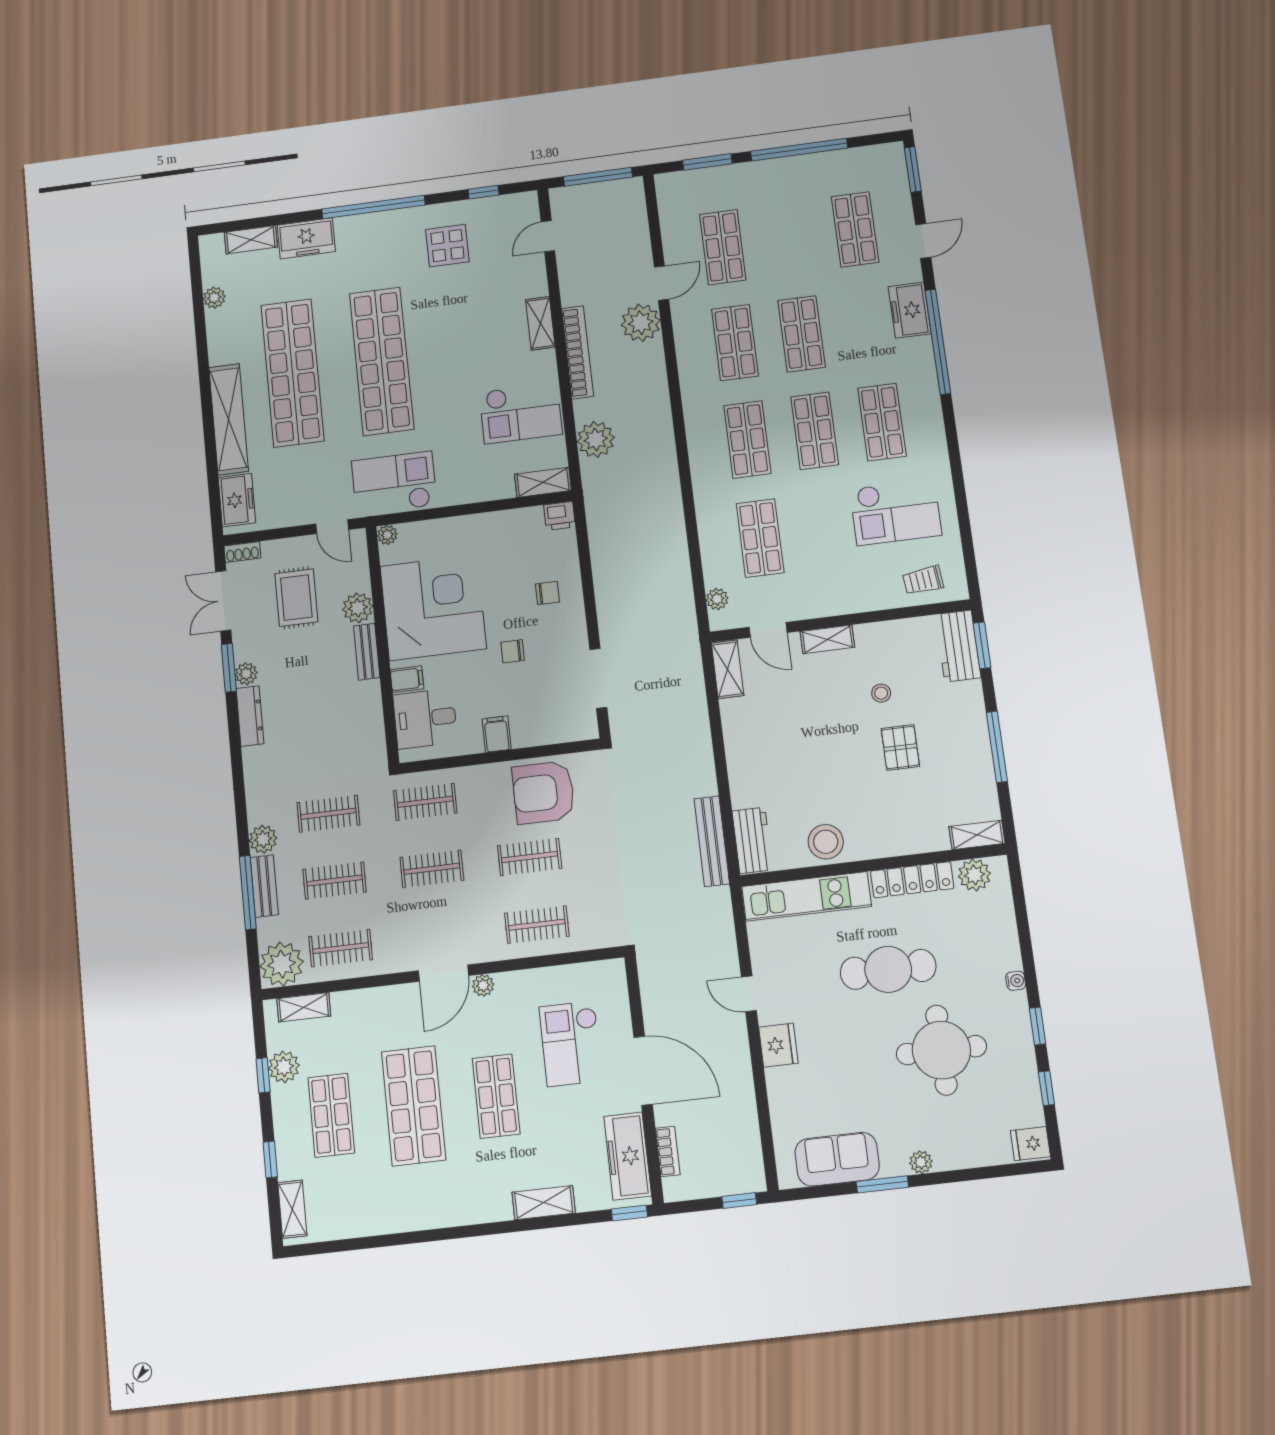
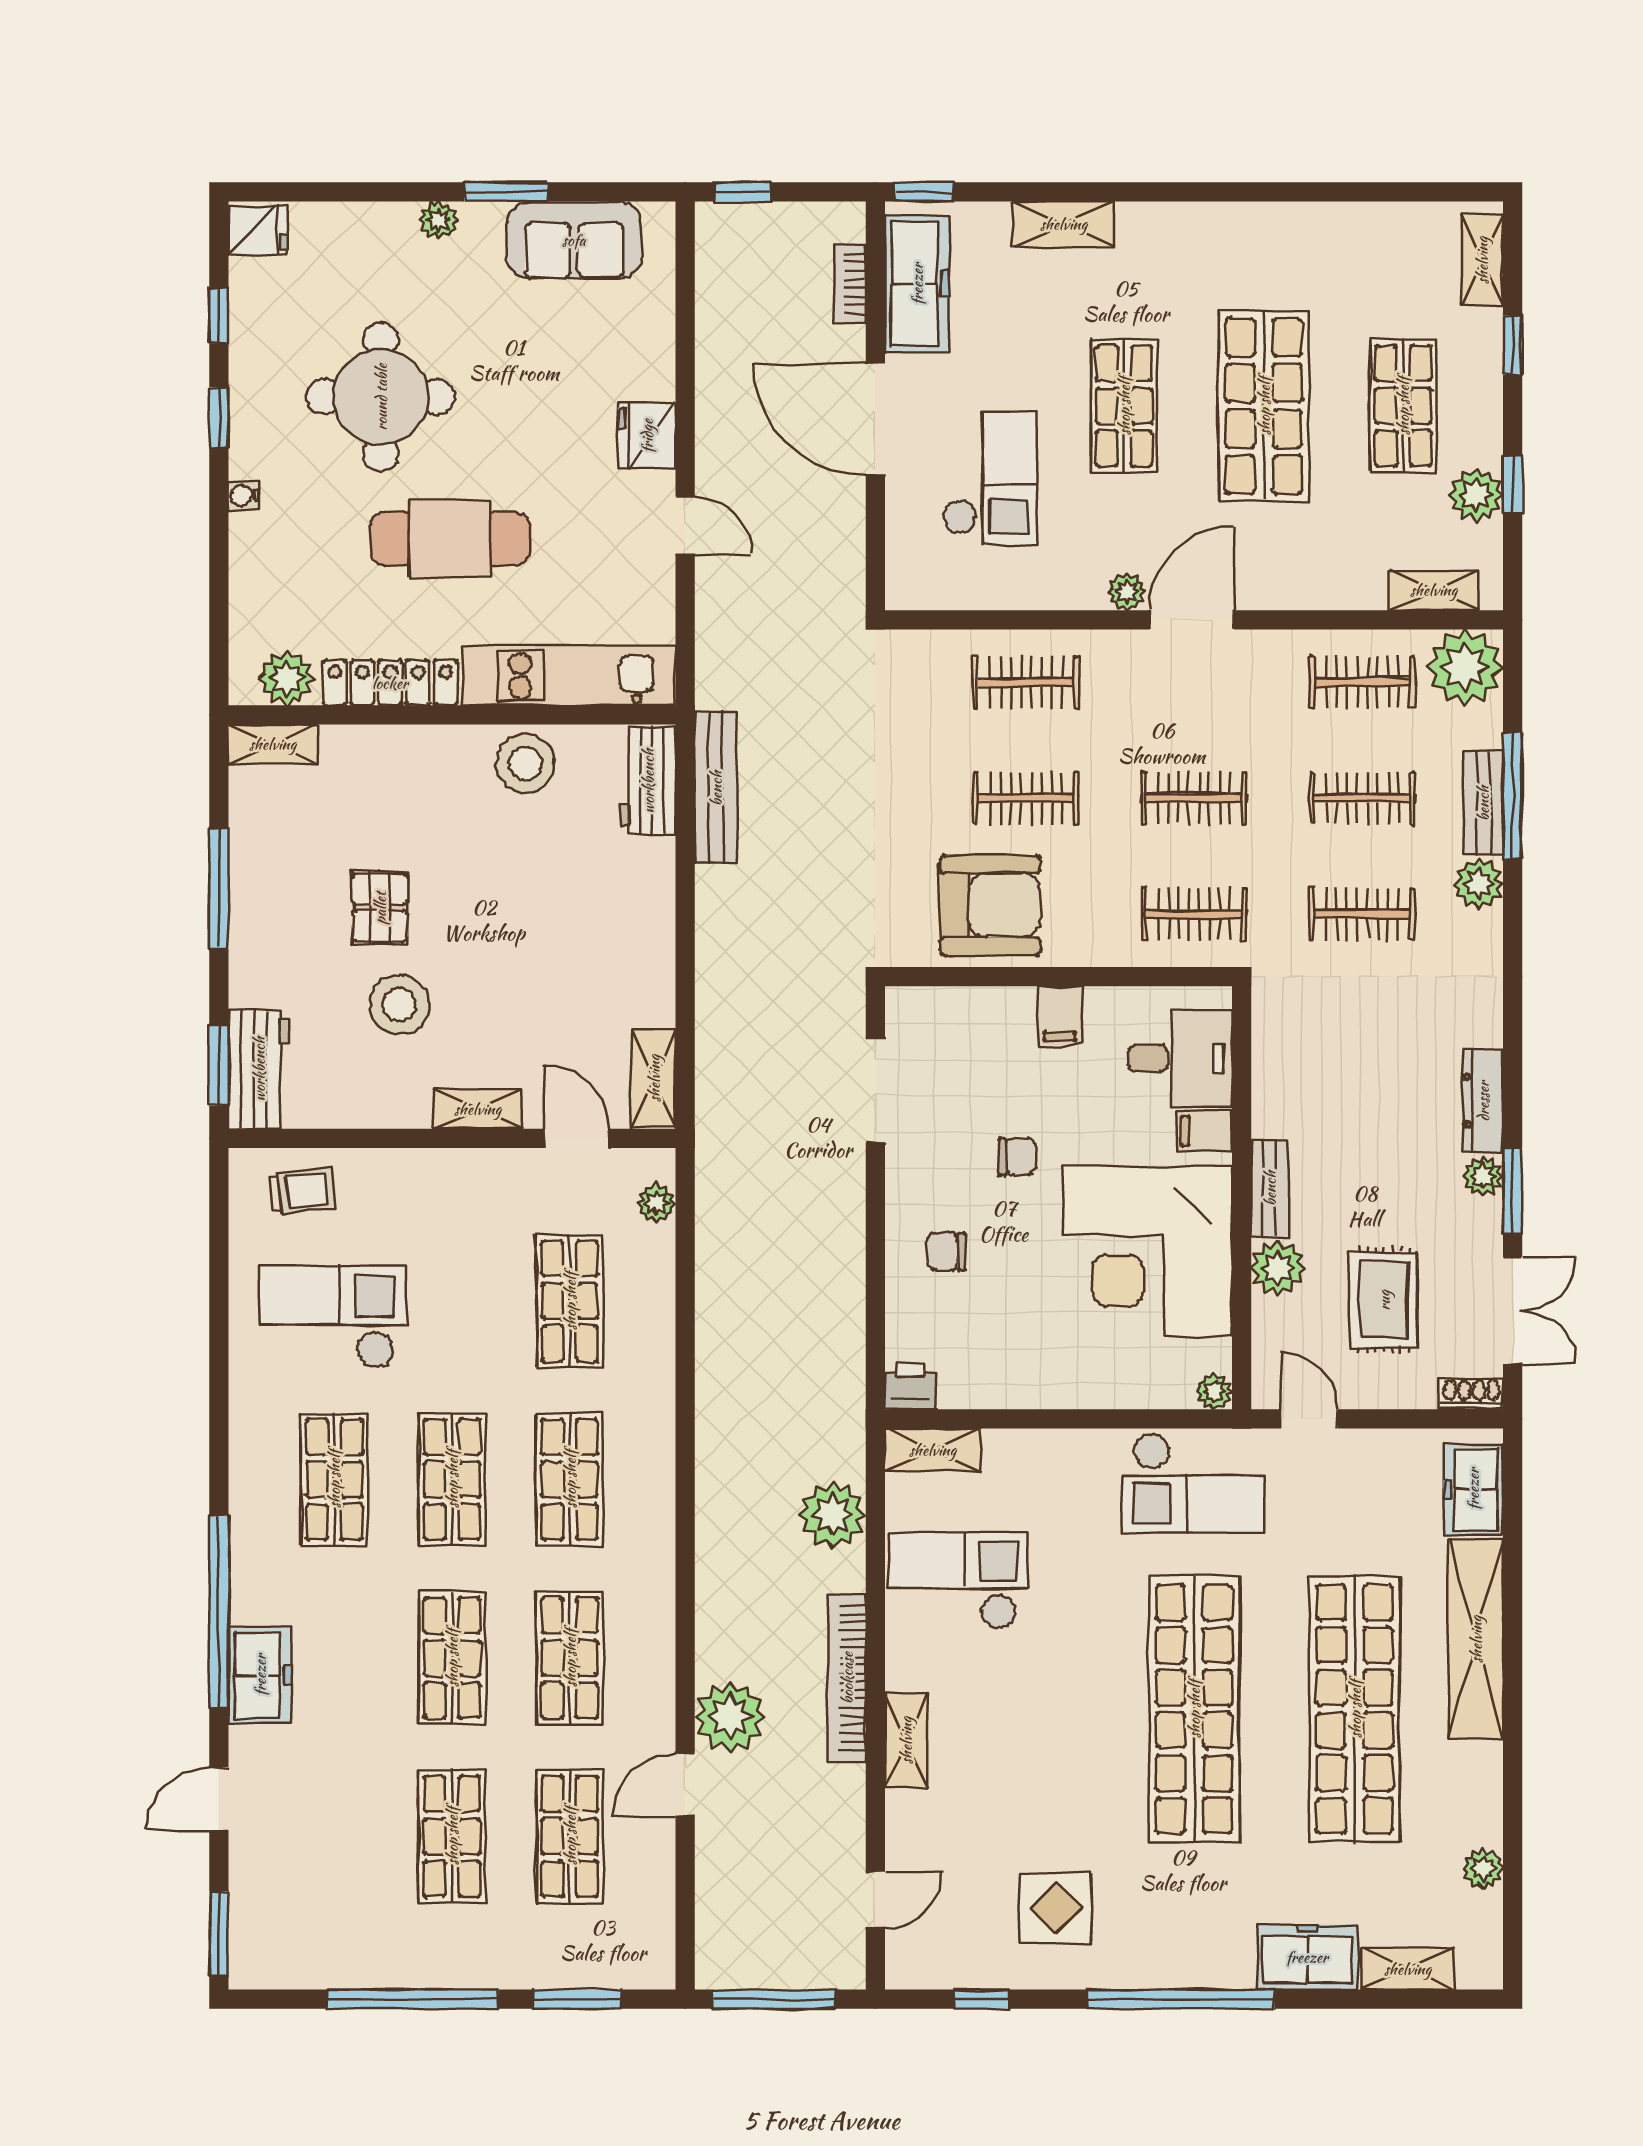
shop shelf: (855, 229) -> (452, 1836), moved
stool: (881, 693) -> (399, 1005), width x1.89, depth x1.89

